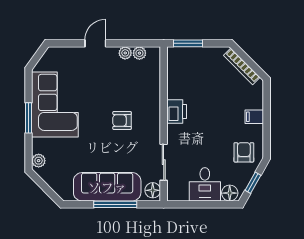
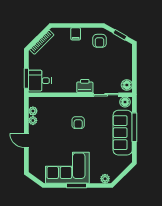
printer: (177, 112) -> (85, 86), moved
armchair: (244, 152) -> (100, 41), turned -90
desk: (205, 184) -> (40, 81), moved, turned 180
floor lamp: (230, 193) -> (127, 85), moved

